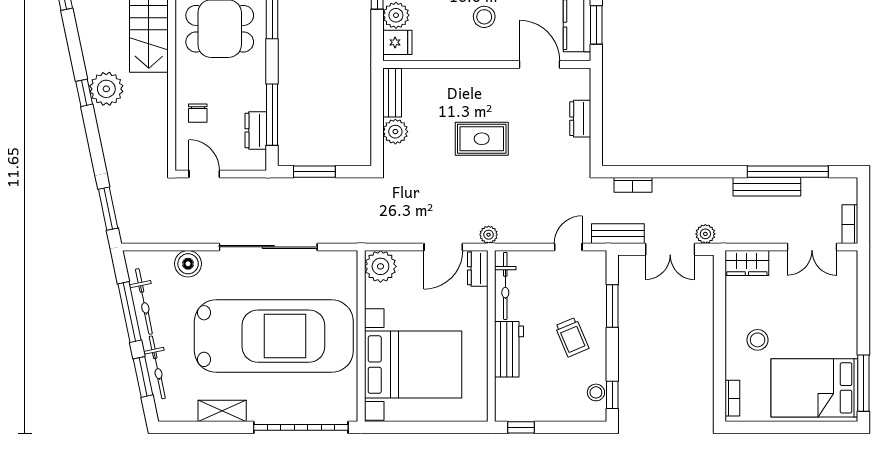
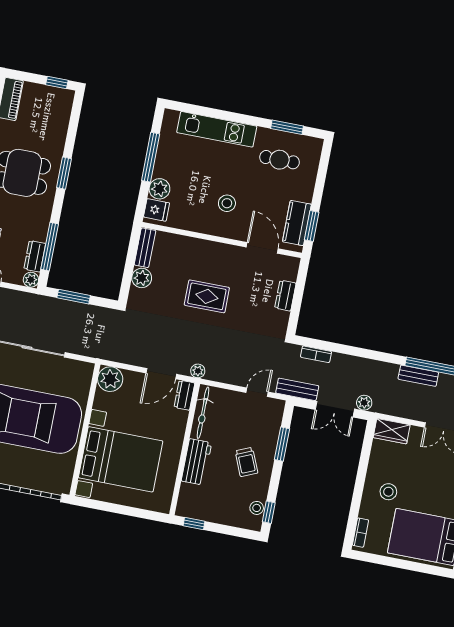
plant: (257, 161) -> (31, 280), added
bench: (767, 187) -> (418, 376), width x0.73

